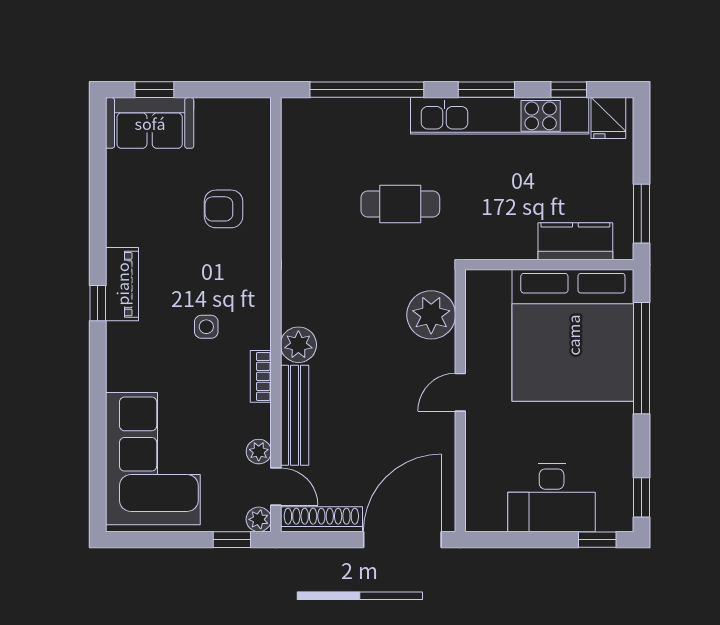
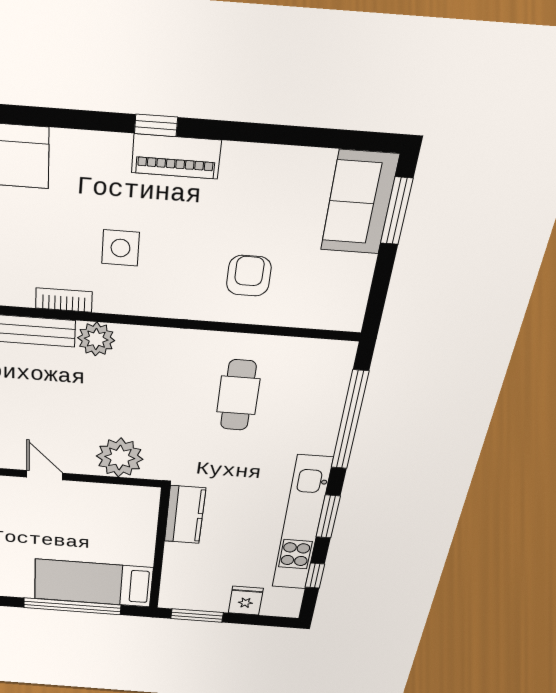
window: (154, 90) -> (397, 211), width x1.50
fridge: (608, 118) -> (246, 601), moved, turned 90
cafe table: (400, 204) -> (238, 395), moved
kitchen counter: (575, 241) -> (185, 515), moved
side table: (206, 327) -> (120, 248), width x1.37, depth x1.37
bed: (573, 335) -> (93, 583), width x0.49

